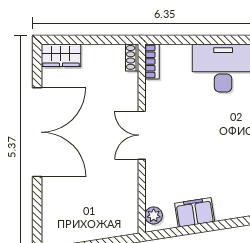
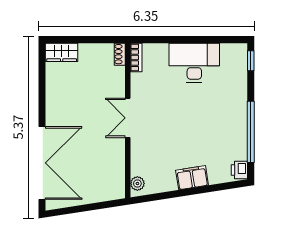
double door: (37, 132) -> (42, 163), moved
filing cabinet: (195, 212) -> (192, 178), moved

